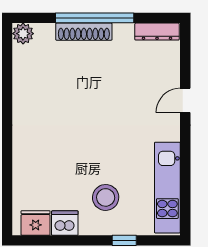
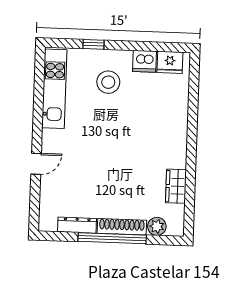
dresser: (157, 32) -> (77, 225), moved
plant: (23, 34) -> (157, 226), moved
wardrobe: (23, 81) -> (176, 186), added

